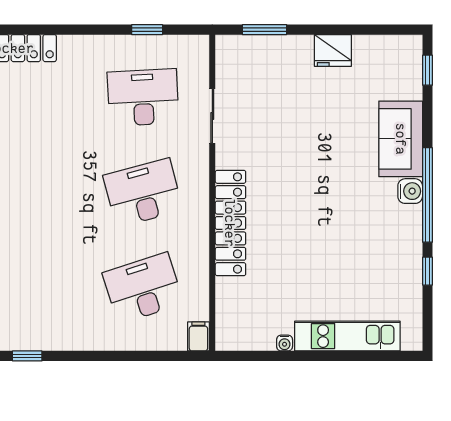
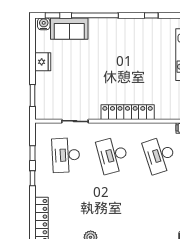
window: (96, 30) -> (33, 178), added
sofa: (401, 139) -> (69, 29), moved
water cooler: (410, 191) -> (44, 24), moved
window: (428, 195) -> (95, 15), moved

